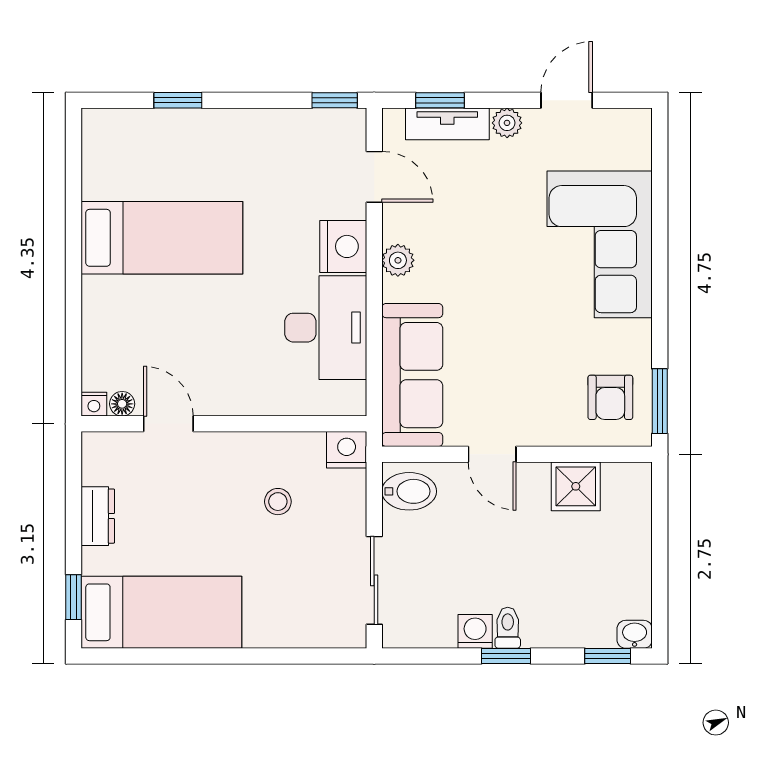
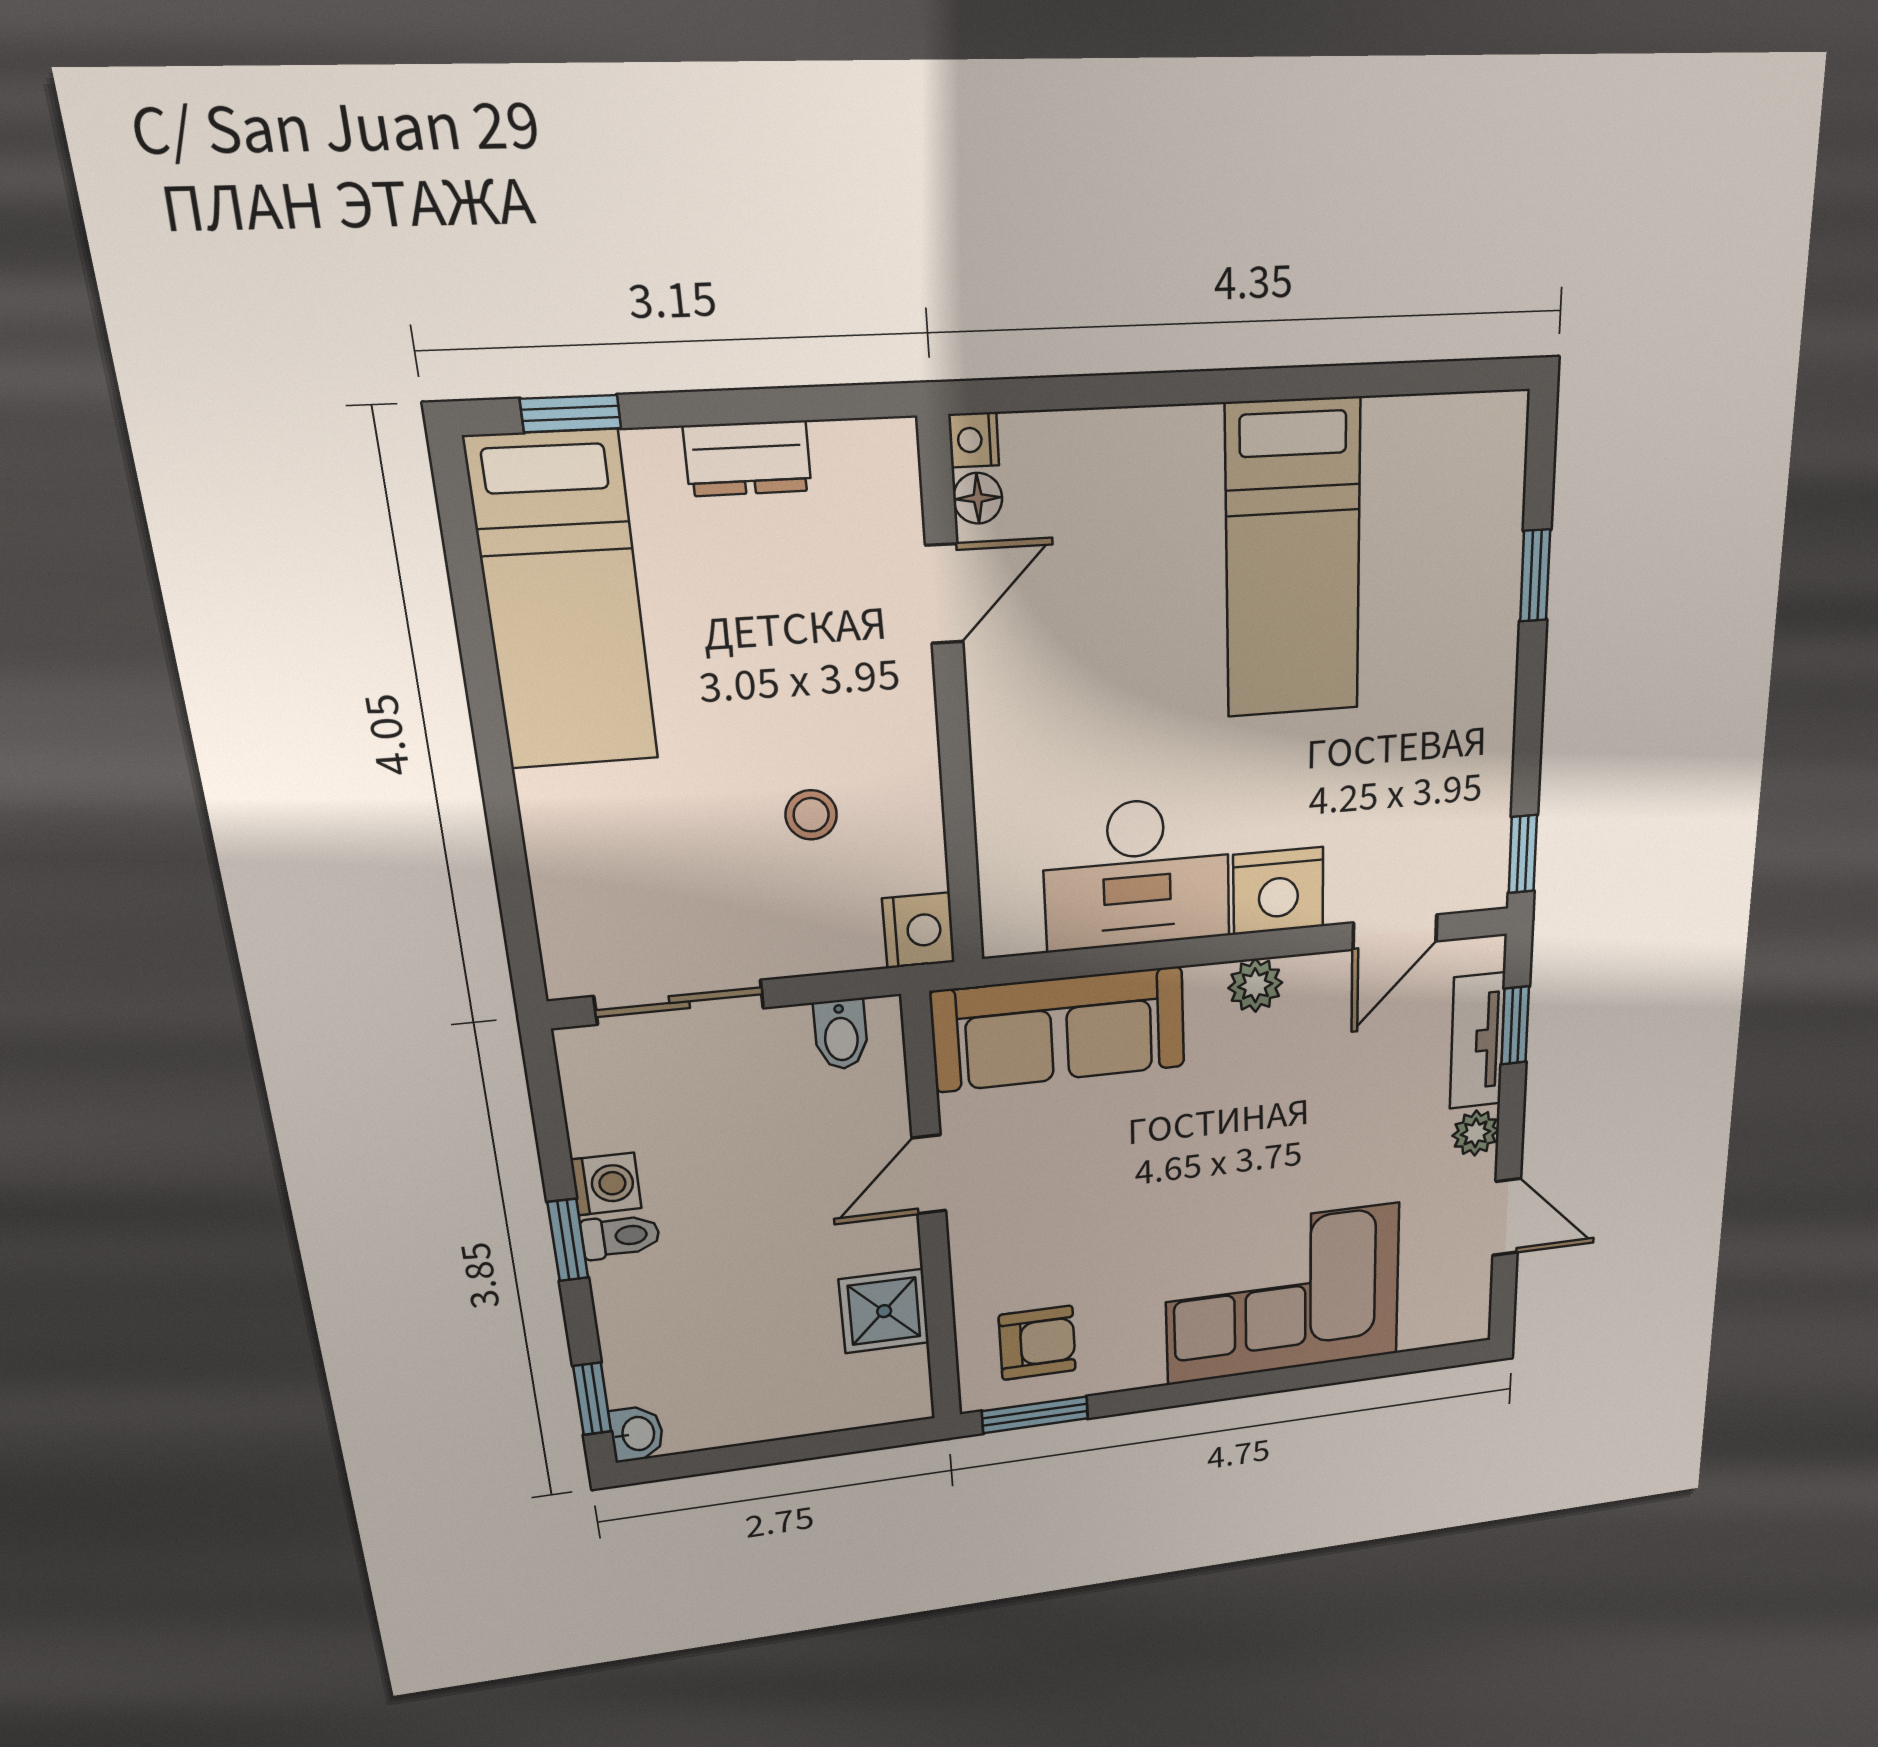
armchair: (610, 397) -> (1037, 1343), turned 180
bidet: (409, 491) -> (841, 1034), width x0.72, depth x0.74

